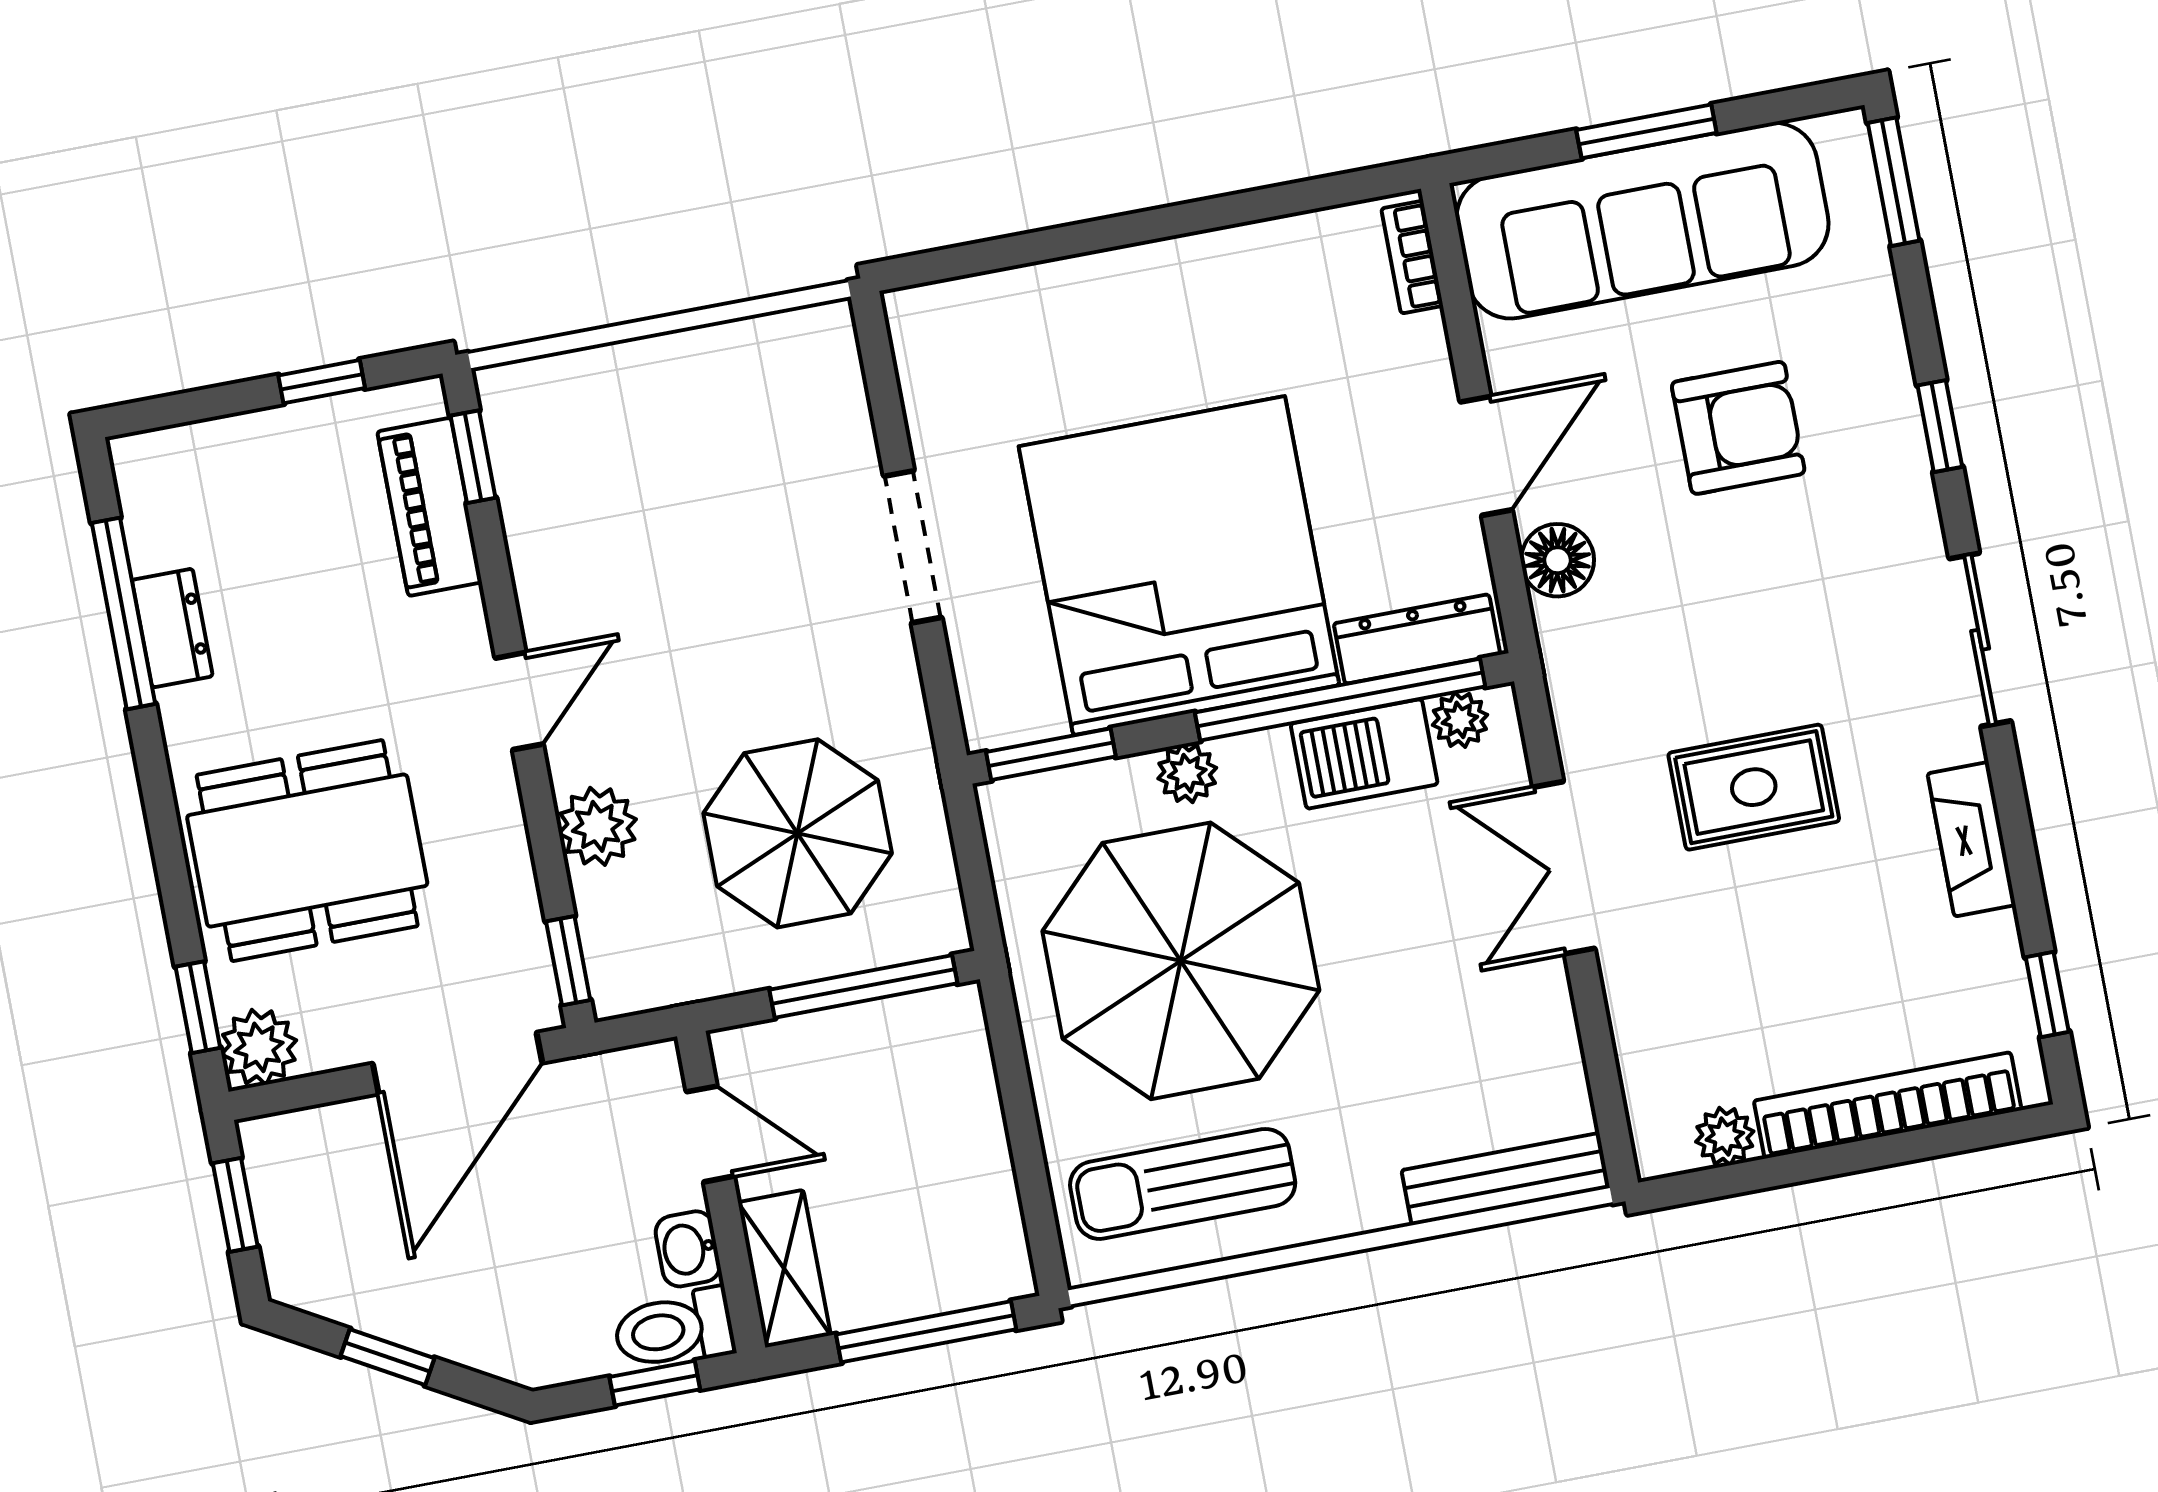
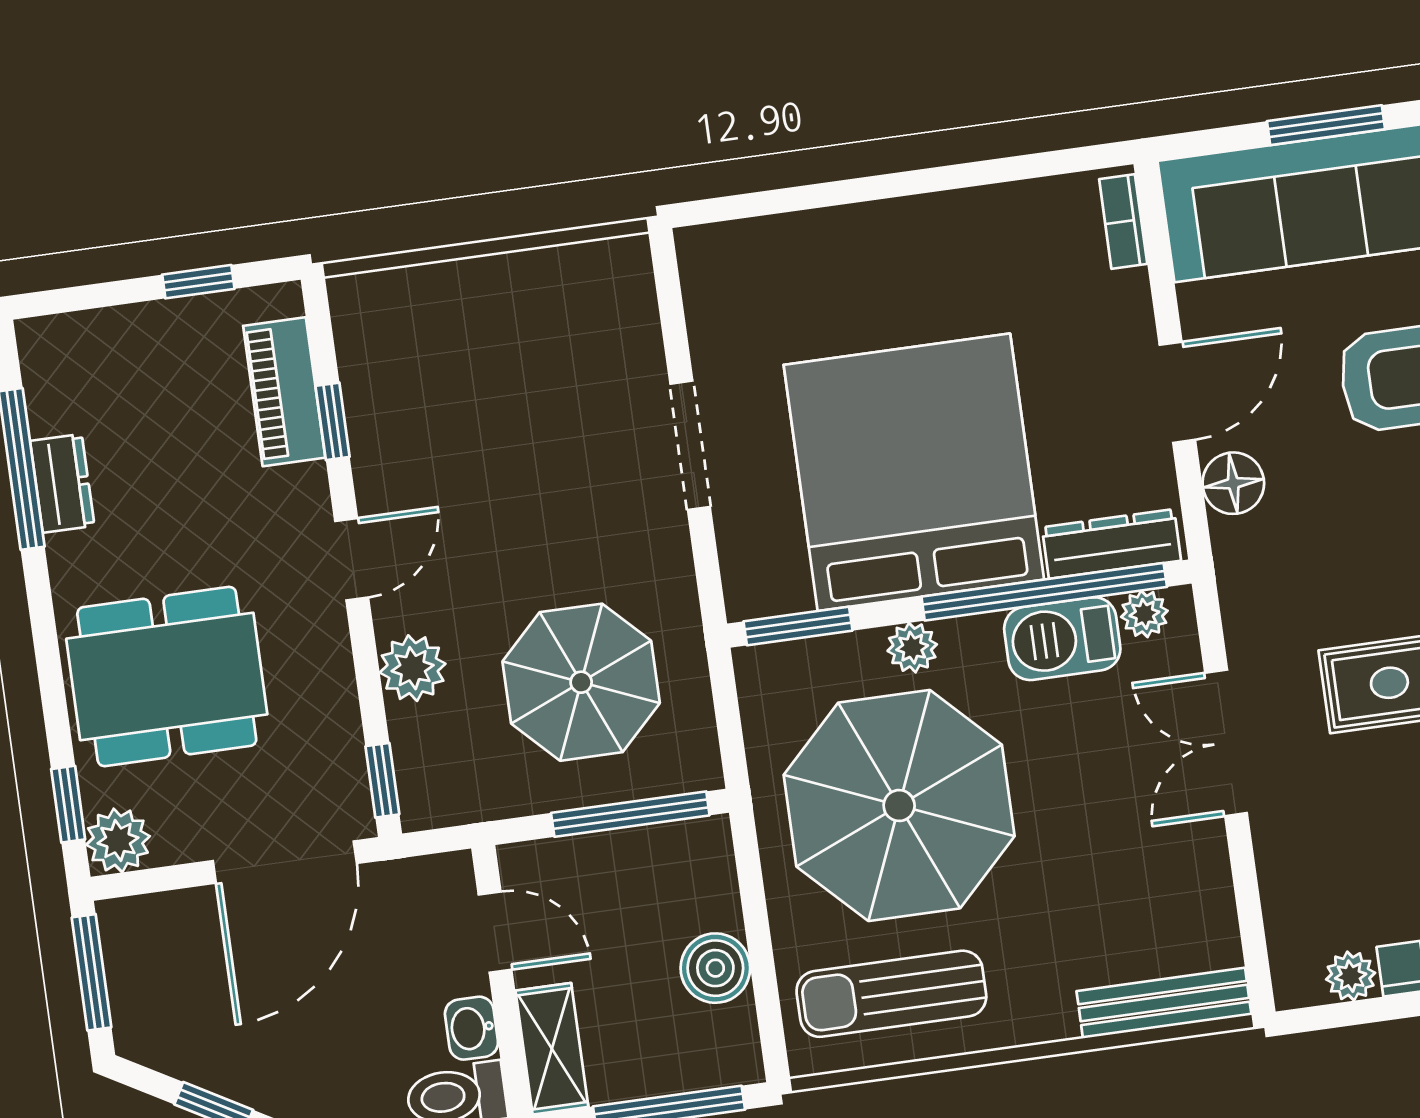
window: (473, 457) -> (333, 421), moved
boiler: (973, 1164) -> (715, 968), added
window: (235, 1205) -> (92, 972), width x1.50

